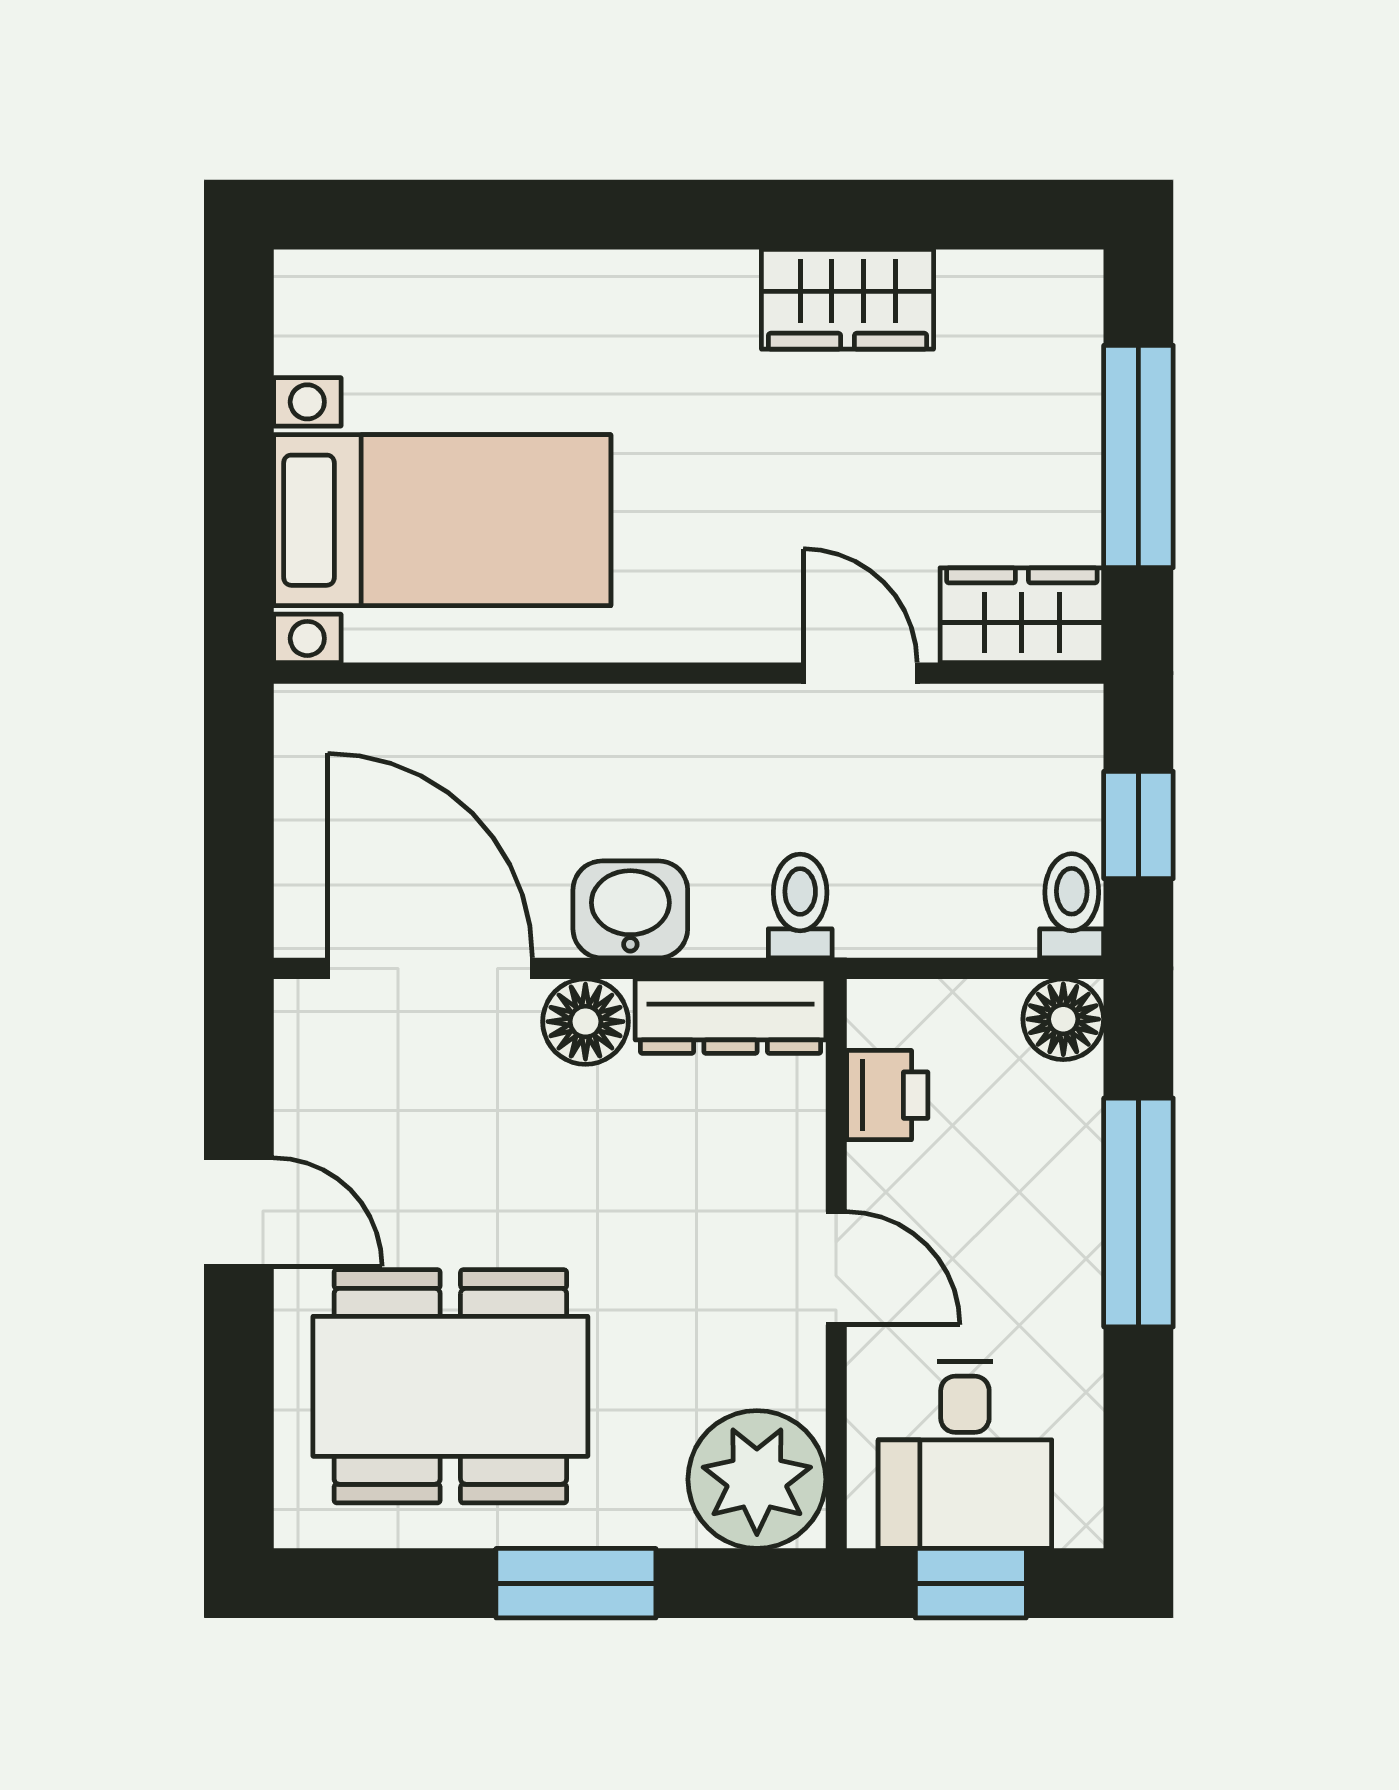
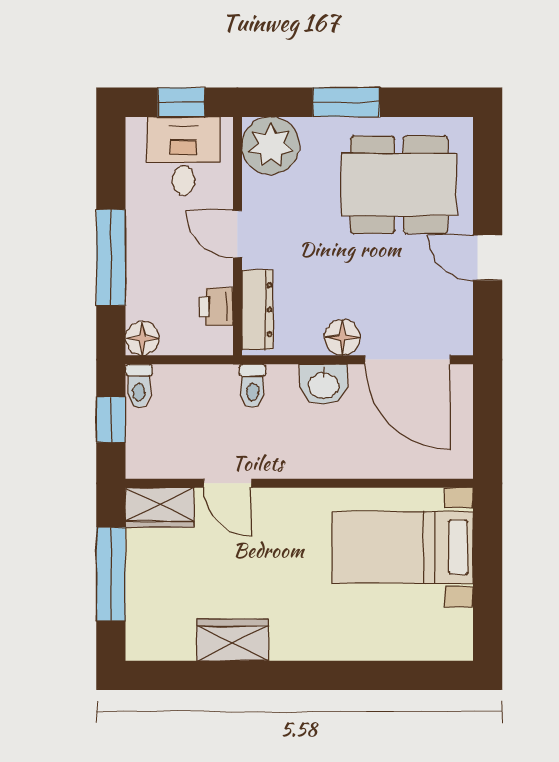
dresser: (731, 1016) -> (257, 310), moved, turned 90

